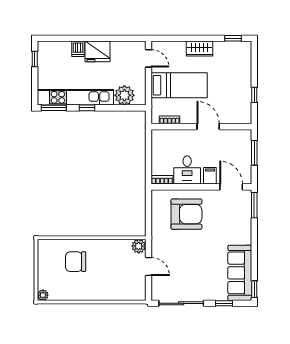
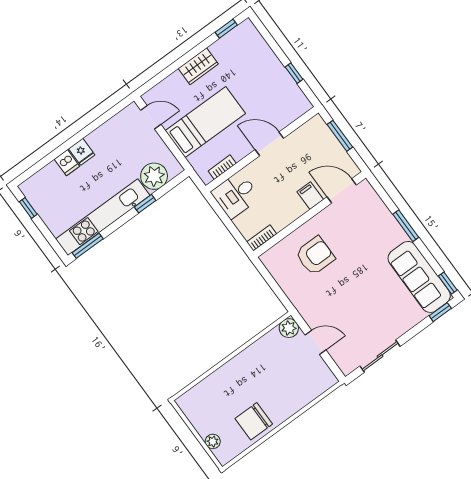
fridge: (97, 51) -> (82, 152), width x0.53, depth x0.75
window: (87, 108) -> (145, 204), moved
desk: (187, 170) -> (236, 195), moved, turned 90
window: (254, 205) -> (406, 226), moved
armchair: (186, 214) -> (315, 256), width x0.73, depth x0.73
chair: (76, 262) -> (254, 421), moved
plant: (43, 295) -> (213, 441), moved
sliding door: (181, 303) -> (380, 356), width x0.73
window: (224, 303) -> (440, 312), moved

